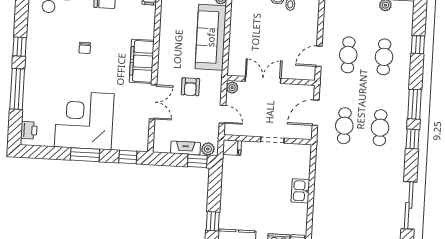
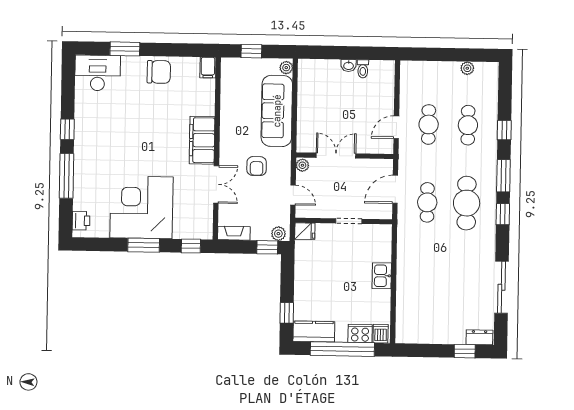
window: (418, 45) -> (504, 130), moved
chair: (85, 48) -> (139, 128), removed
cafe table: (380, 128) -> (467, 203), width x1.37, depth x1.35
fireplace: (186, 148) -> (234, 233), moved

